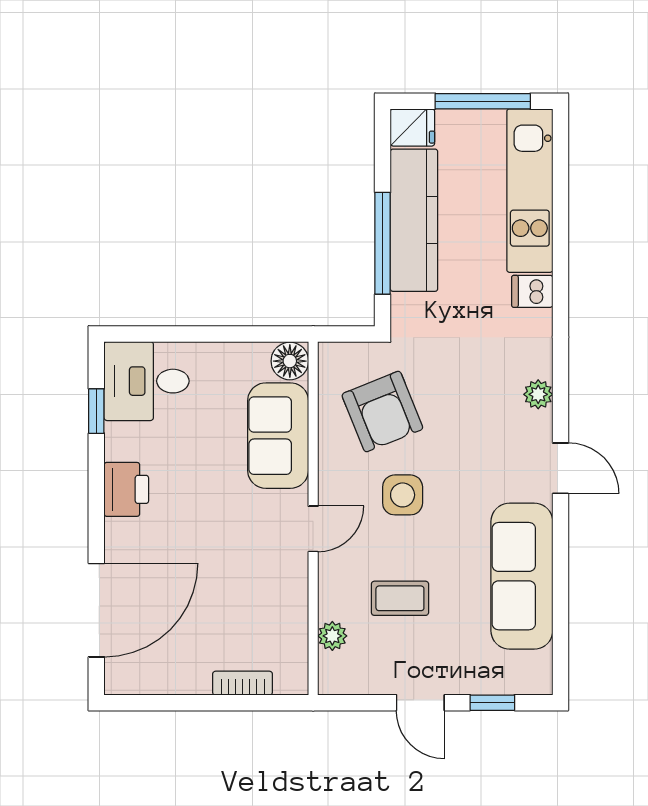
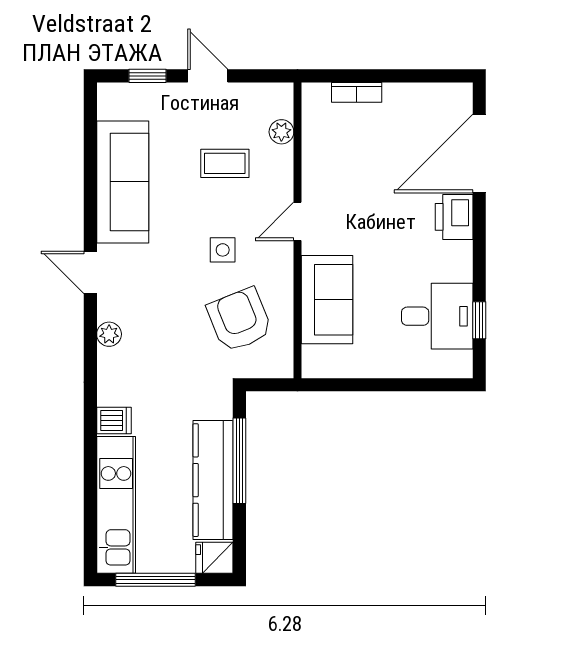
floor lamp: (290, 361) -> (317, 362), removed
desk: (147, 381) -> (437, 316), moved
printer: (126, 489) -> (454, 217), moved
side table: (403, 495) -> (223, 250), width x0.73, depth x0.73

